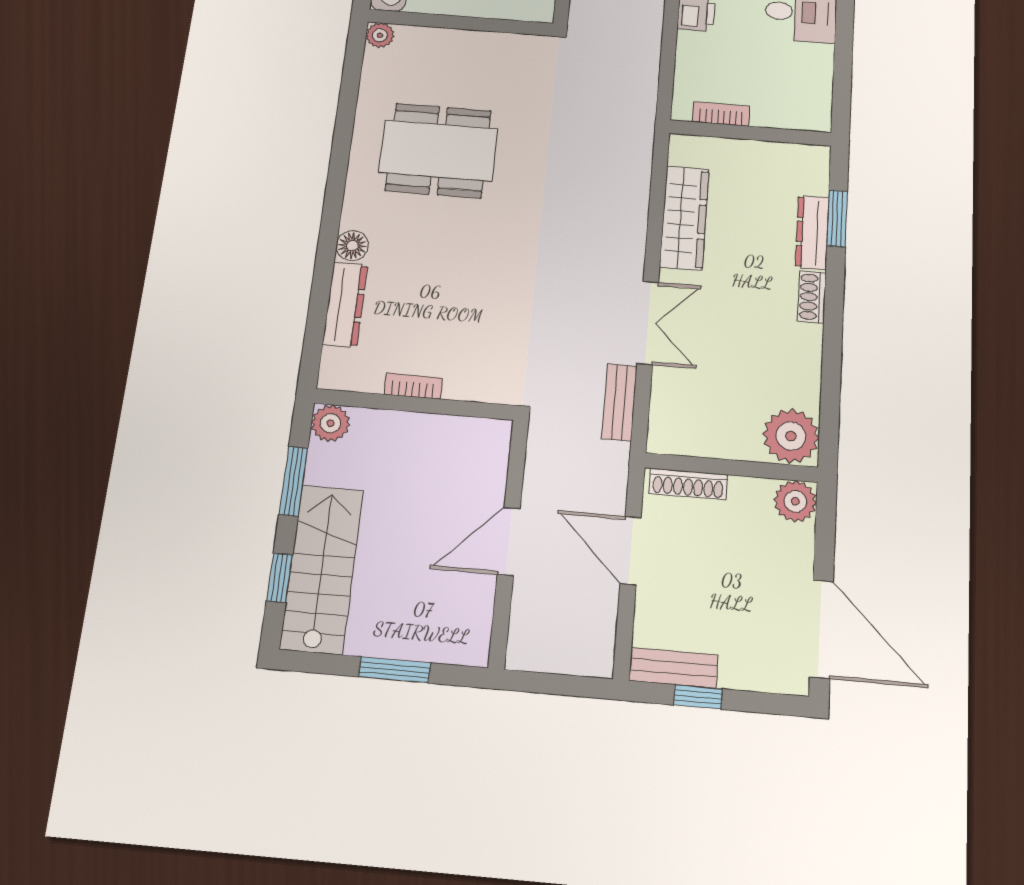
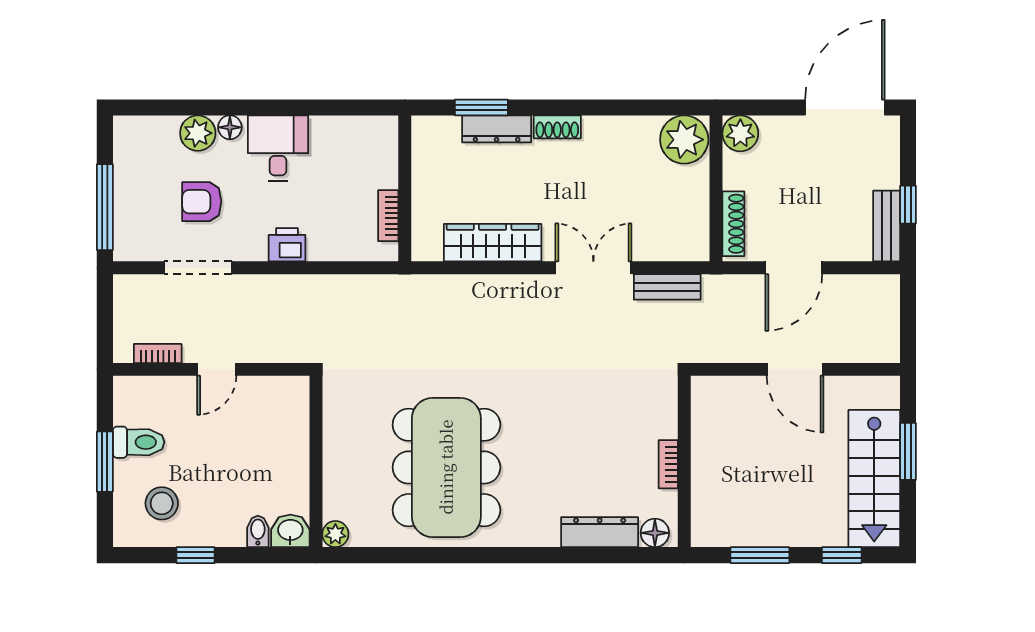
dining table: (438, 151) -> (446, 467), width x1.36, depth x1.24
floor lamp: (352, 246) -> (655, 533), moved
plant: (330, 423) -> (707, 531), removed
stairs: (322, 569) -> (874, 479), moved, turned -90

